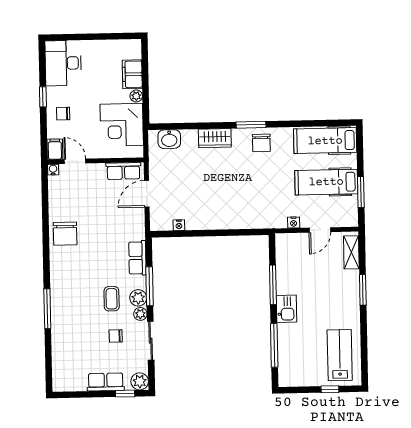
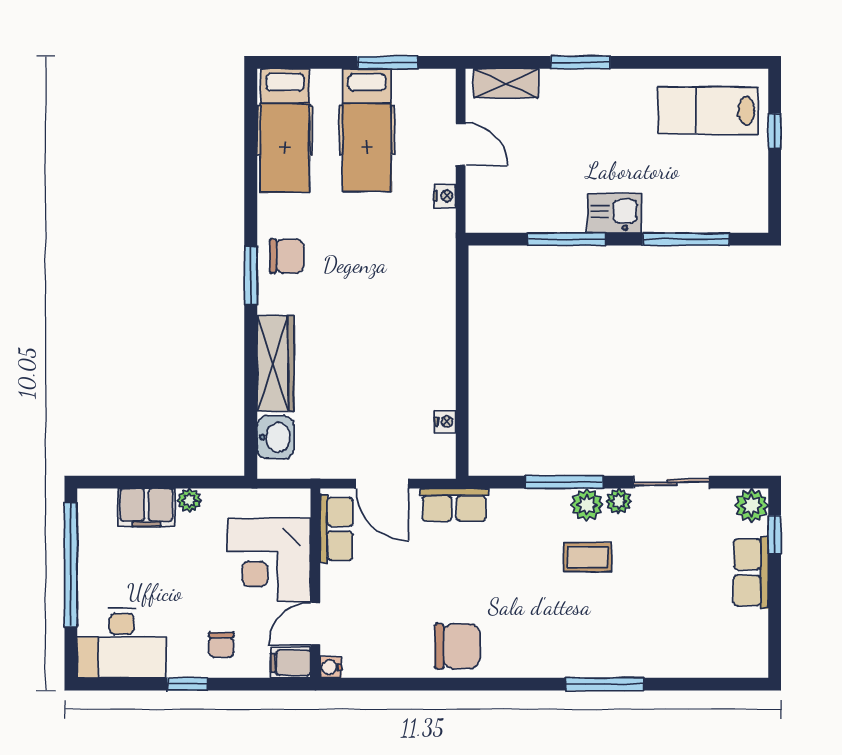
window: (102, 36) -> (71, 565), added
corner desk: (122, 125) -> (269, 560), moved, turned 90
wardrobe: (215, 138) -> (276, 363), width x1.50
row of seats: (137, 258) -> (454, 505), moved
chair: (116, 336) -> (661, 551), removed

